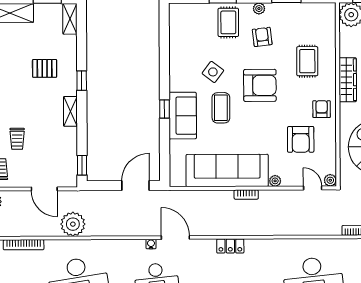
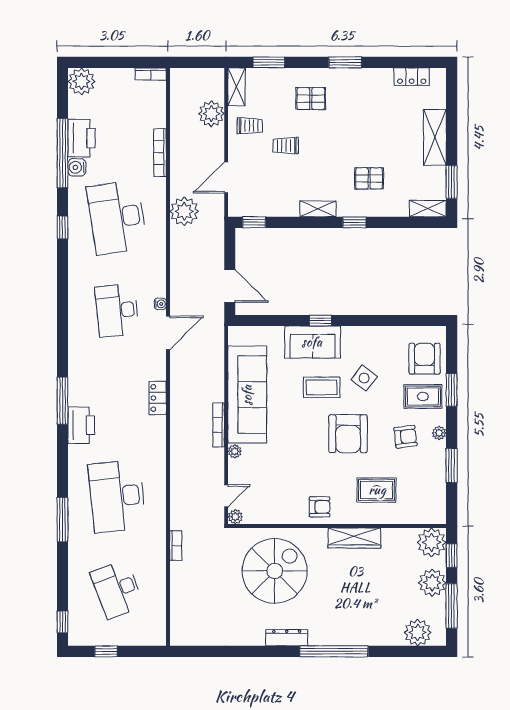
pallet: (45, 68) -> (369, 178), turned 90
armchair: (301, 139) -> (424, 359), moved, turned 90
bookcase: (246, 195) -> (219, 425), width x1.56

